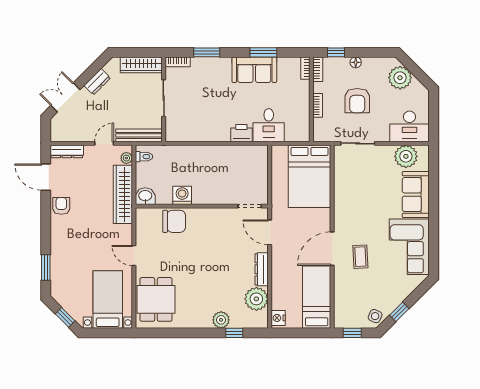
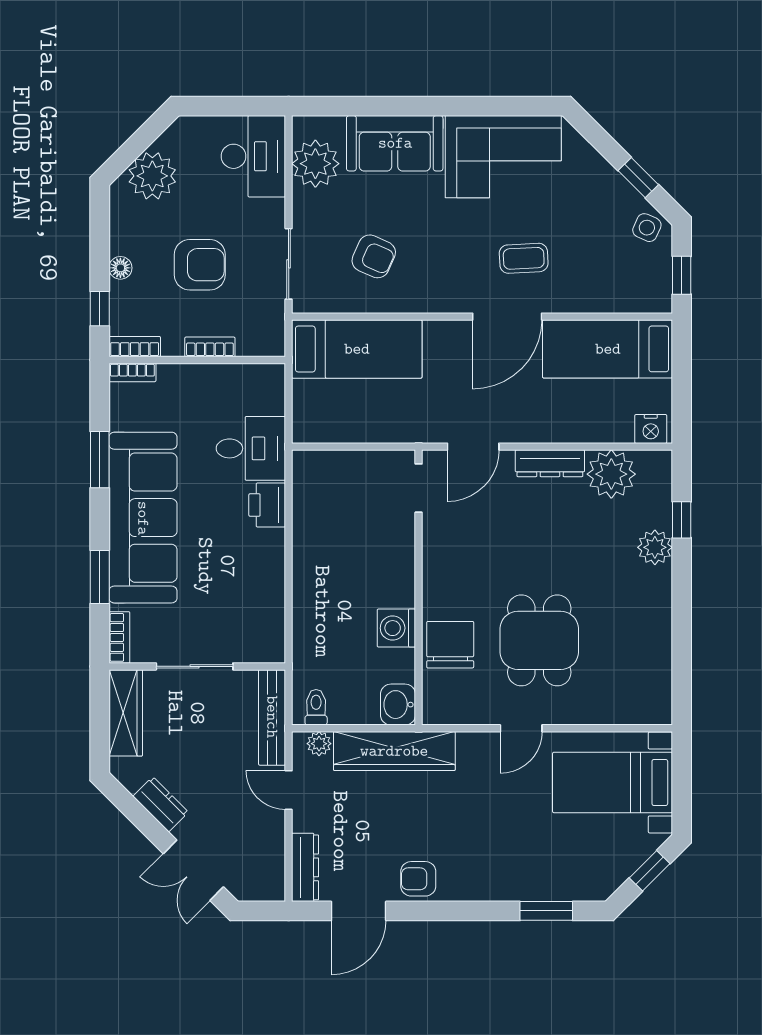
sofa: (254, 70) -> (143, 518), width x1.85, depth x1.27
bed: (310, 176) -> (357, 349), width x0.67
armchair: (361, 184) -> (374, 256), added
door: (332, 249) -> (507, 317), hinge flipped
dining table: (156, 299) -> (539, 640), moved, turned 90

